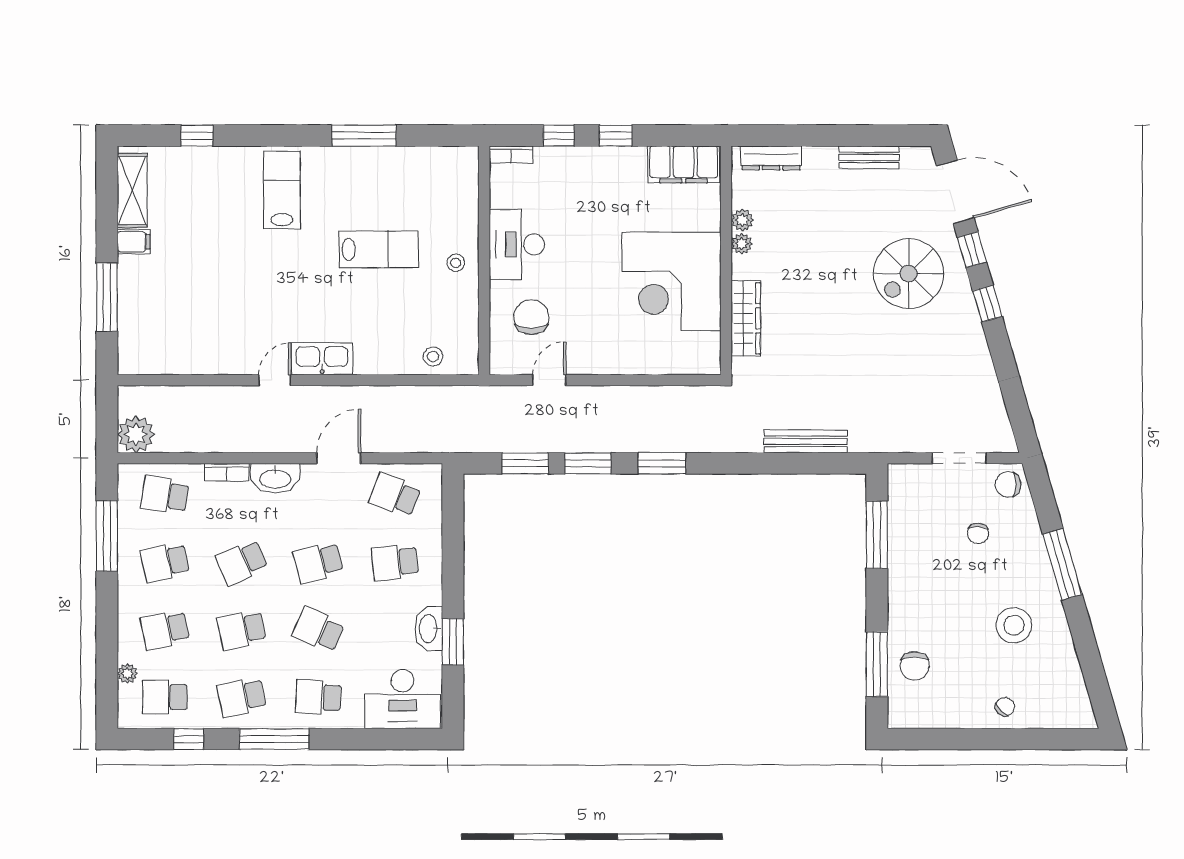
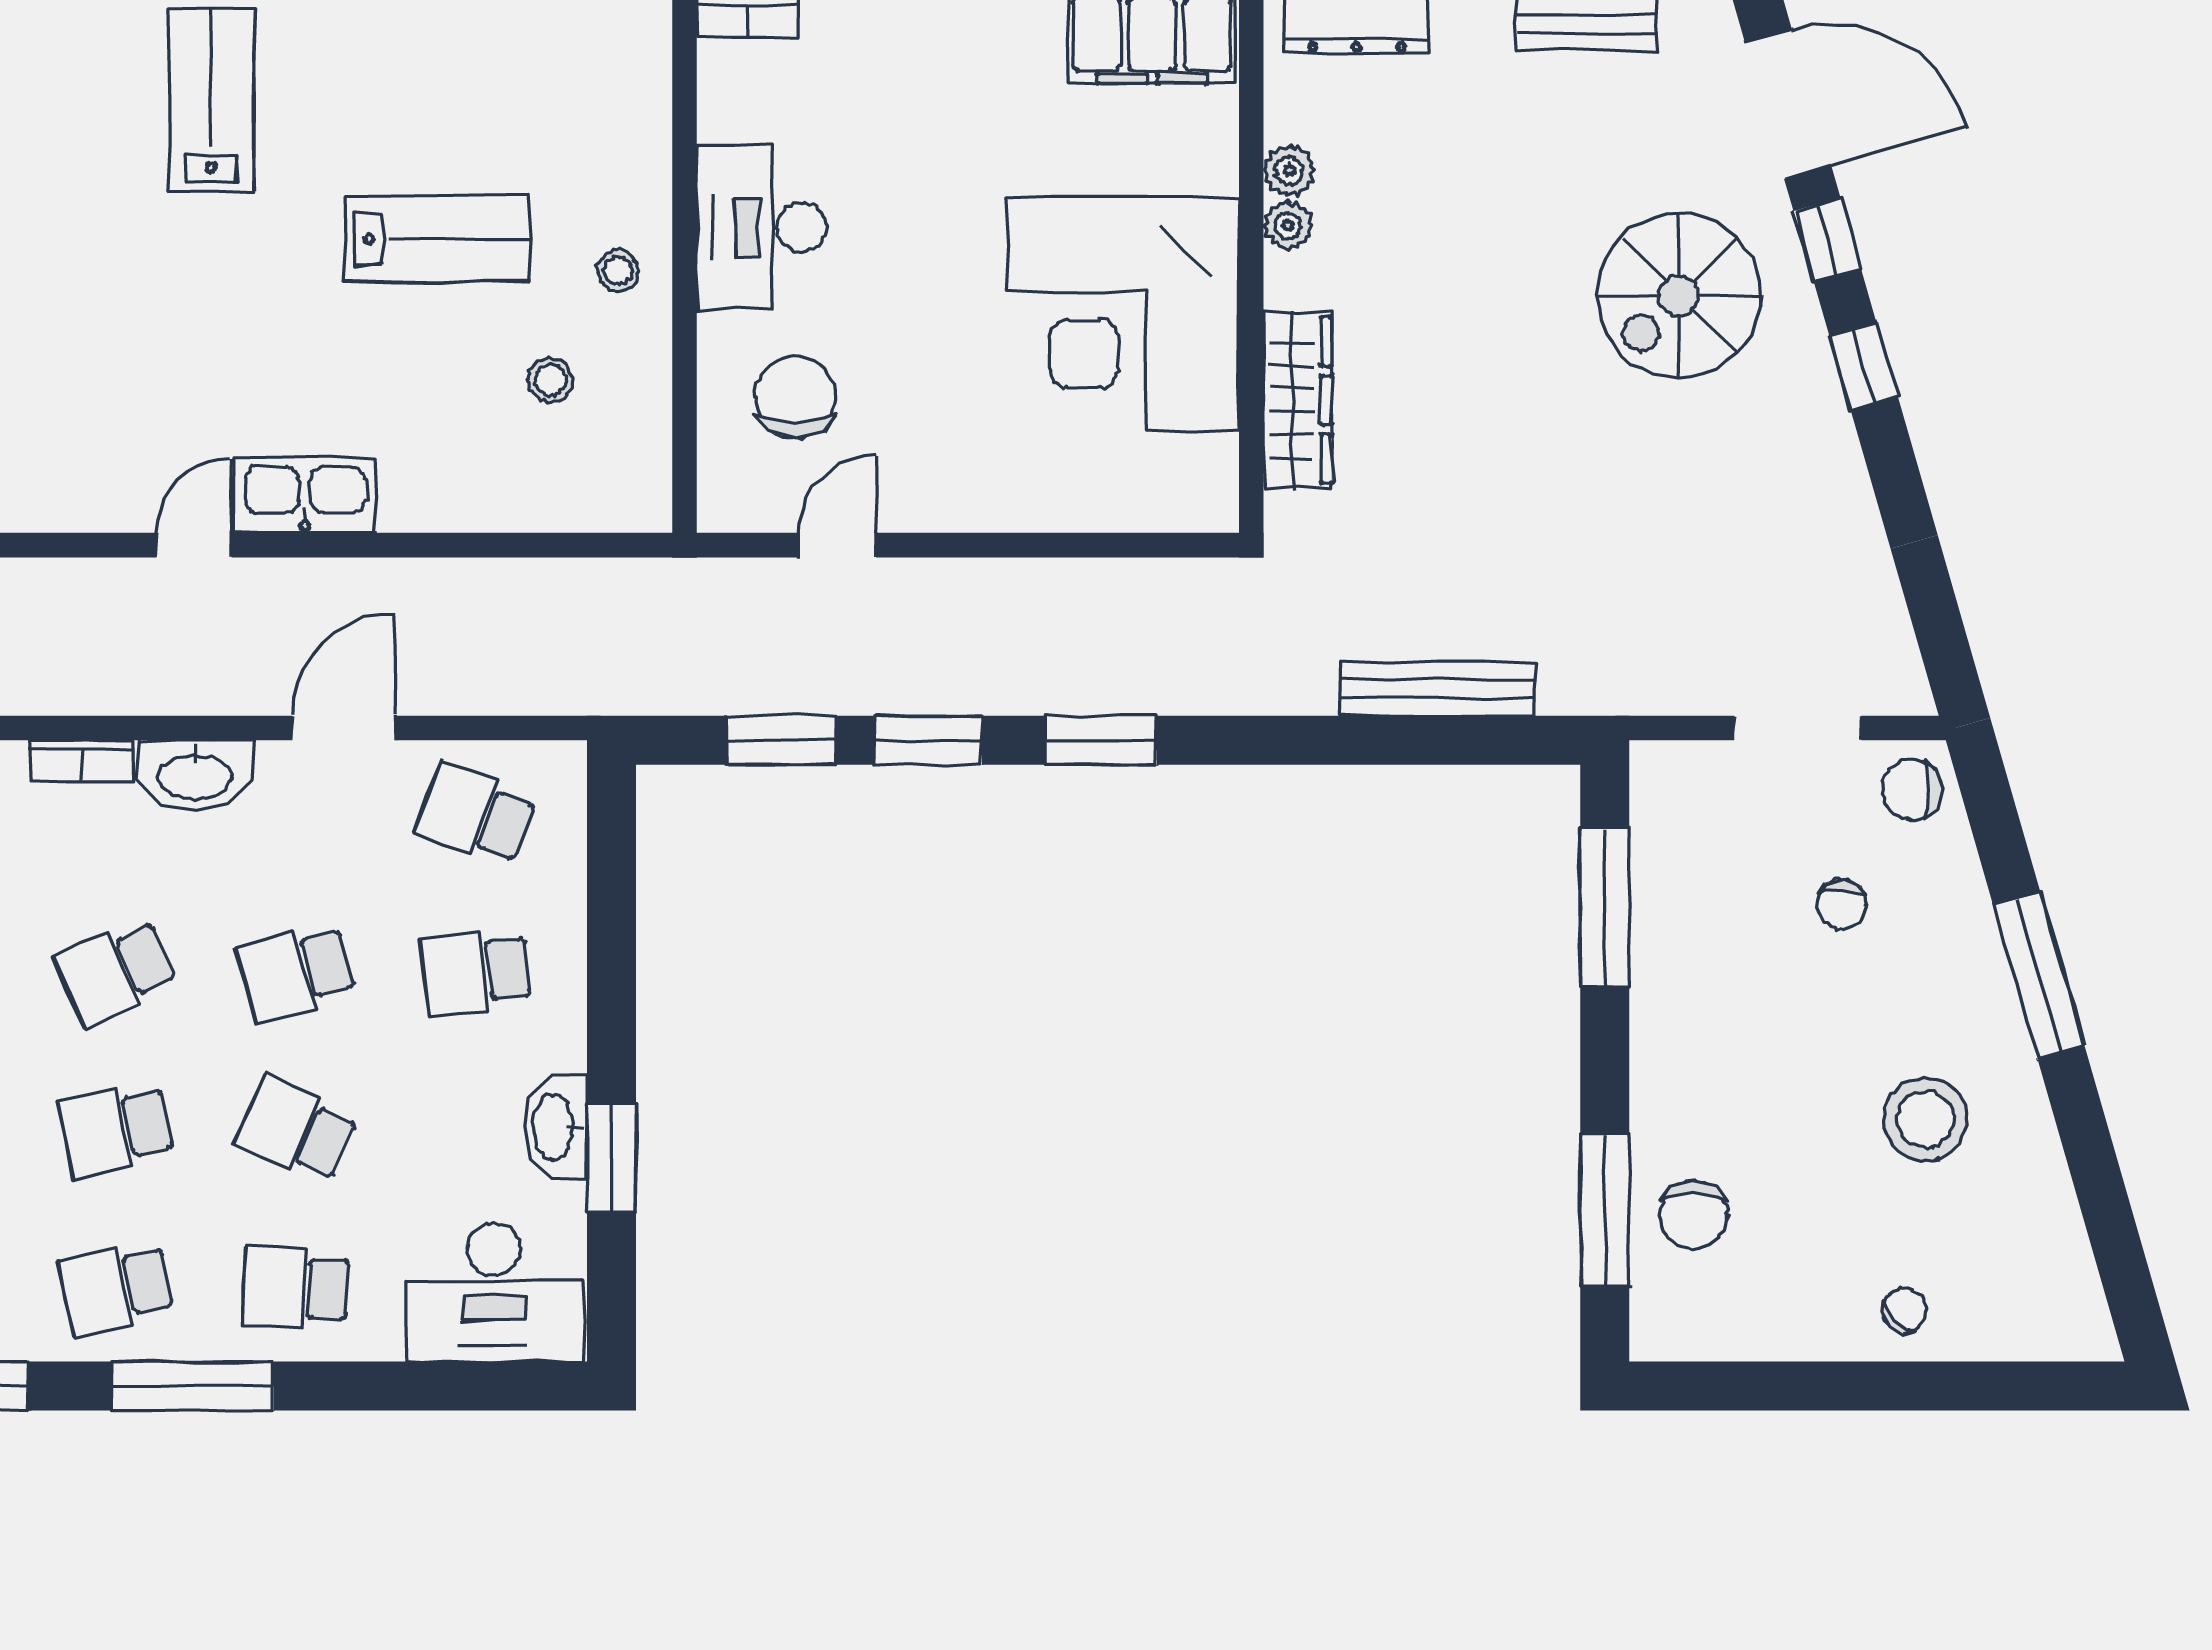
stool: (433, 356) -> (550, 380), moved

